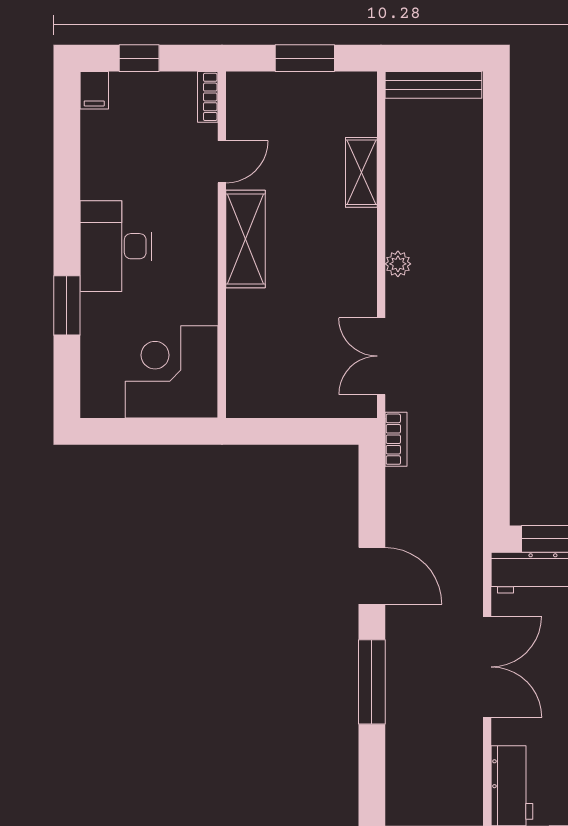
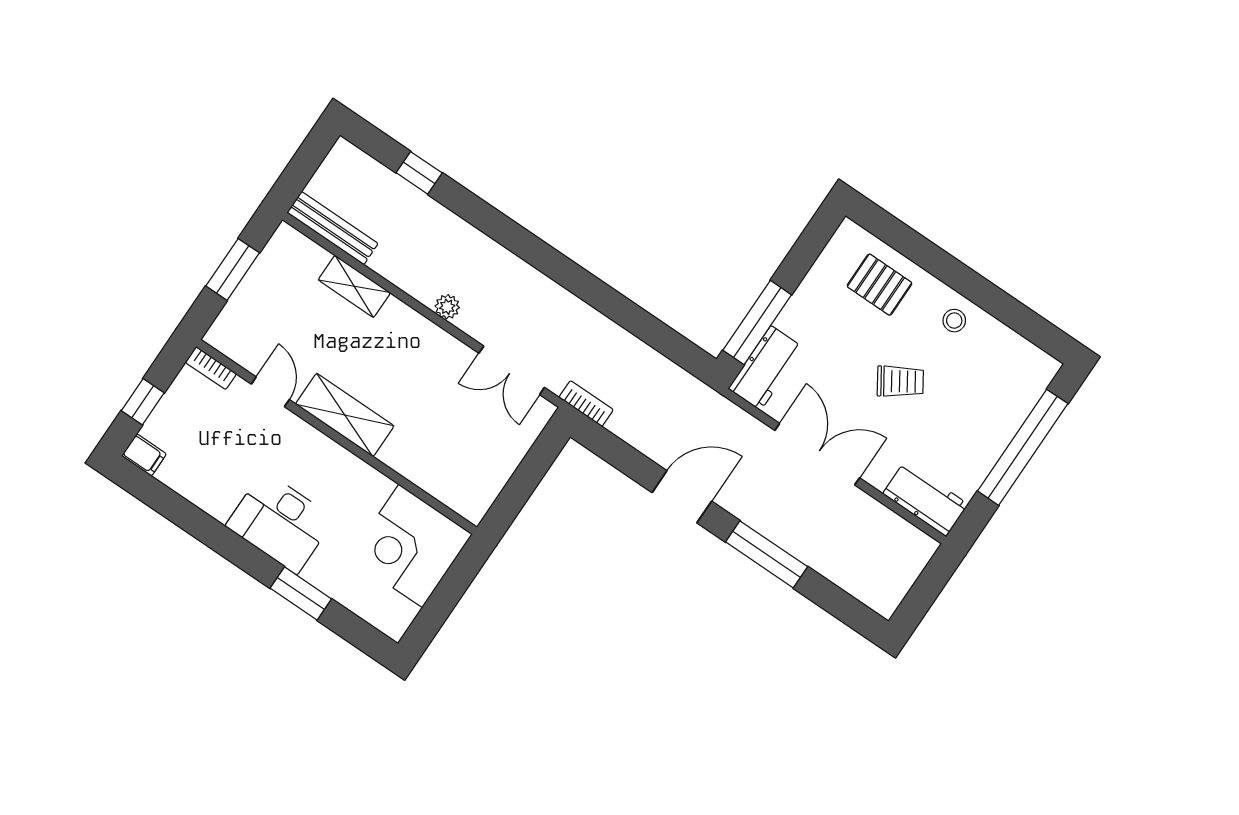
bench: (433, 85) -> (333, 228), moved, turned 90
window: (496, 162) -> (419, 173), added

